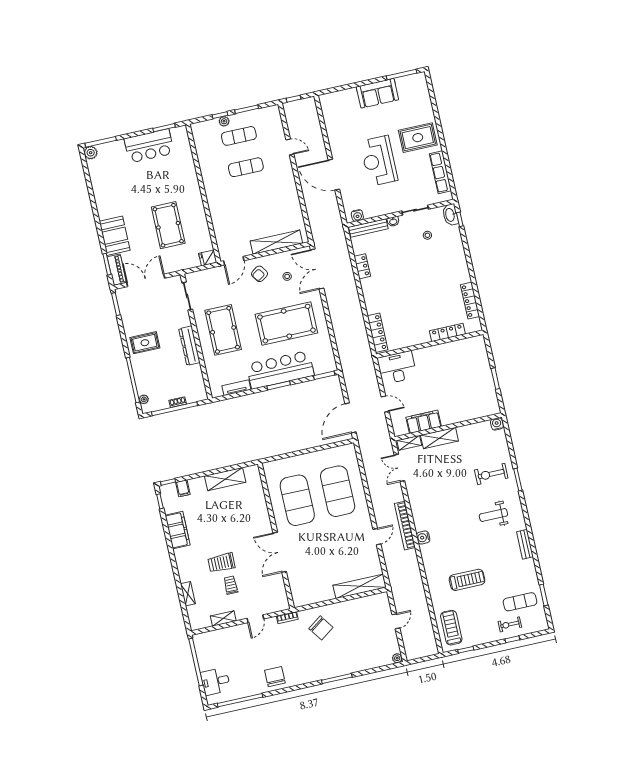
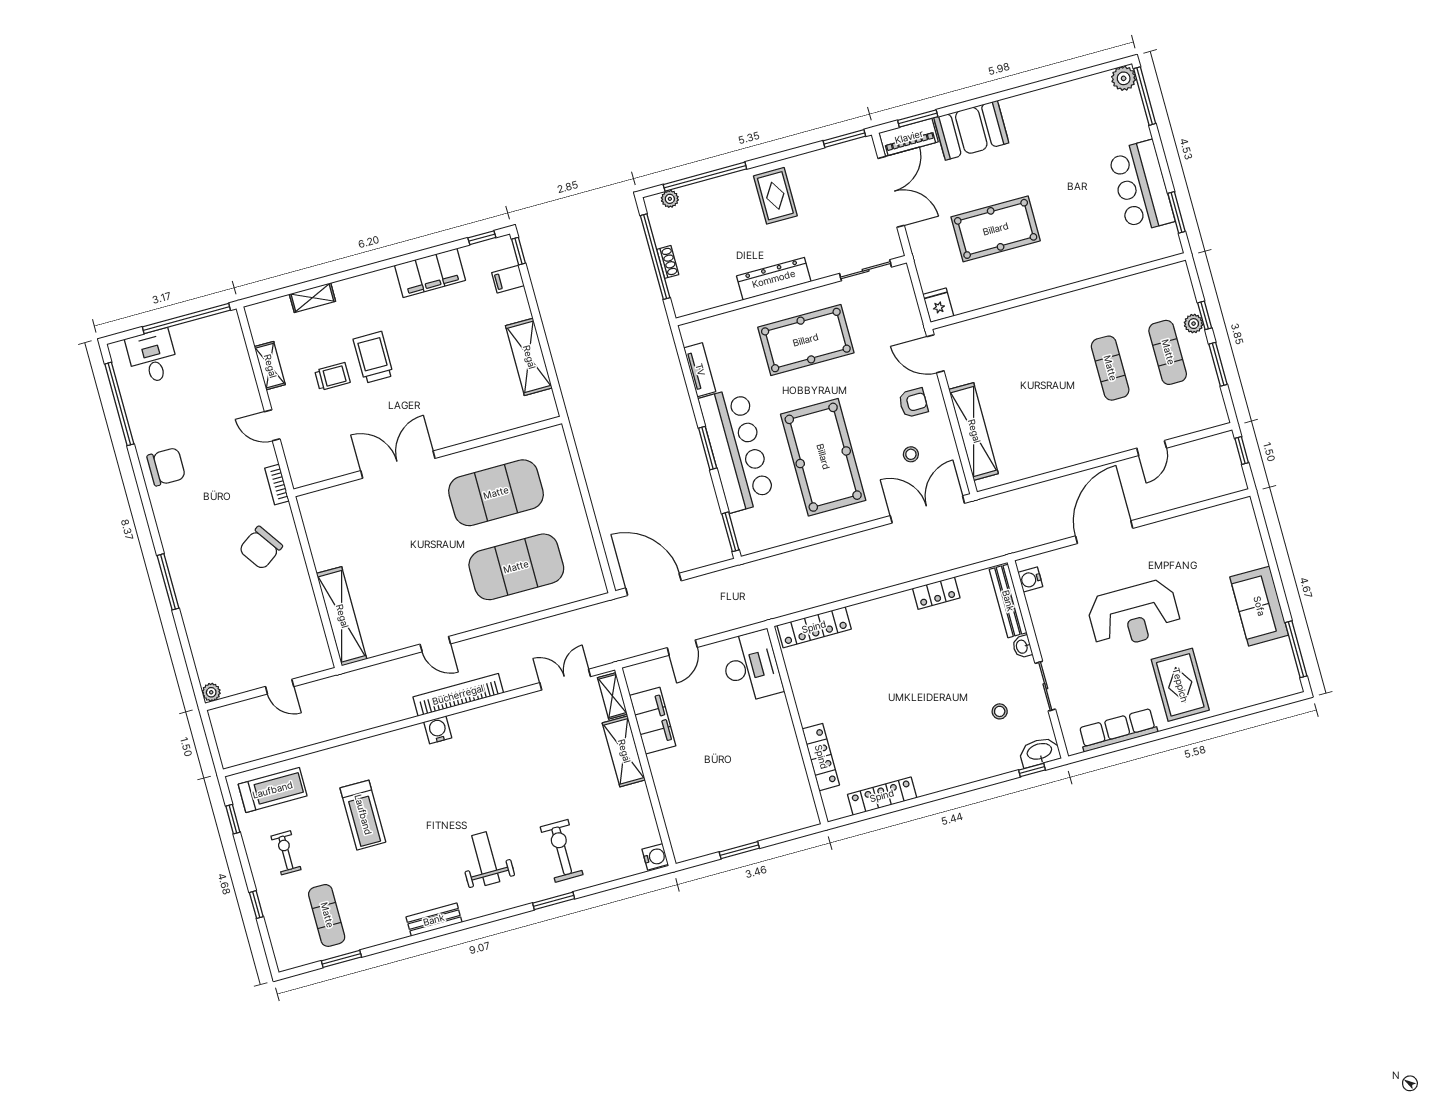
reception desk: (379, 161) -> (1134, 615), turned 180
armchair: (260, 274) -> (913, 403), turned 124
exercise bike: (510, 624) -> (286, 853), moved

